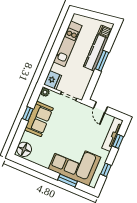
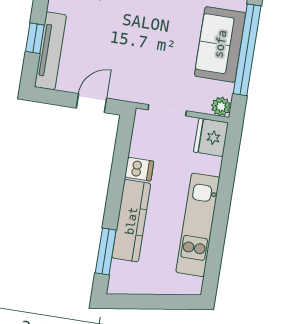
dishwasher: (105, 31) -> (139, 169), moved
window: (102, 61) -> (106, 252), moved
door: (100, 107) -> (91, 103), hinge flipped
window: (28, 114) -> (247, 50), width x3.17

